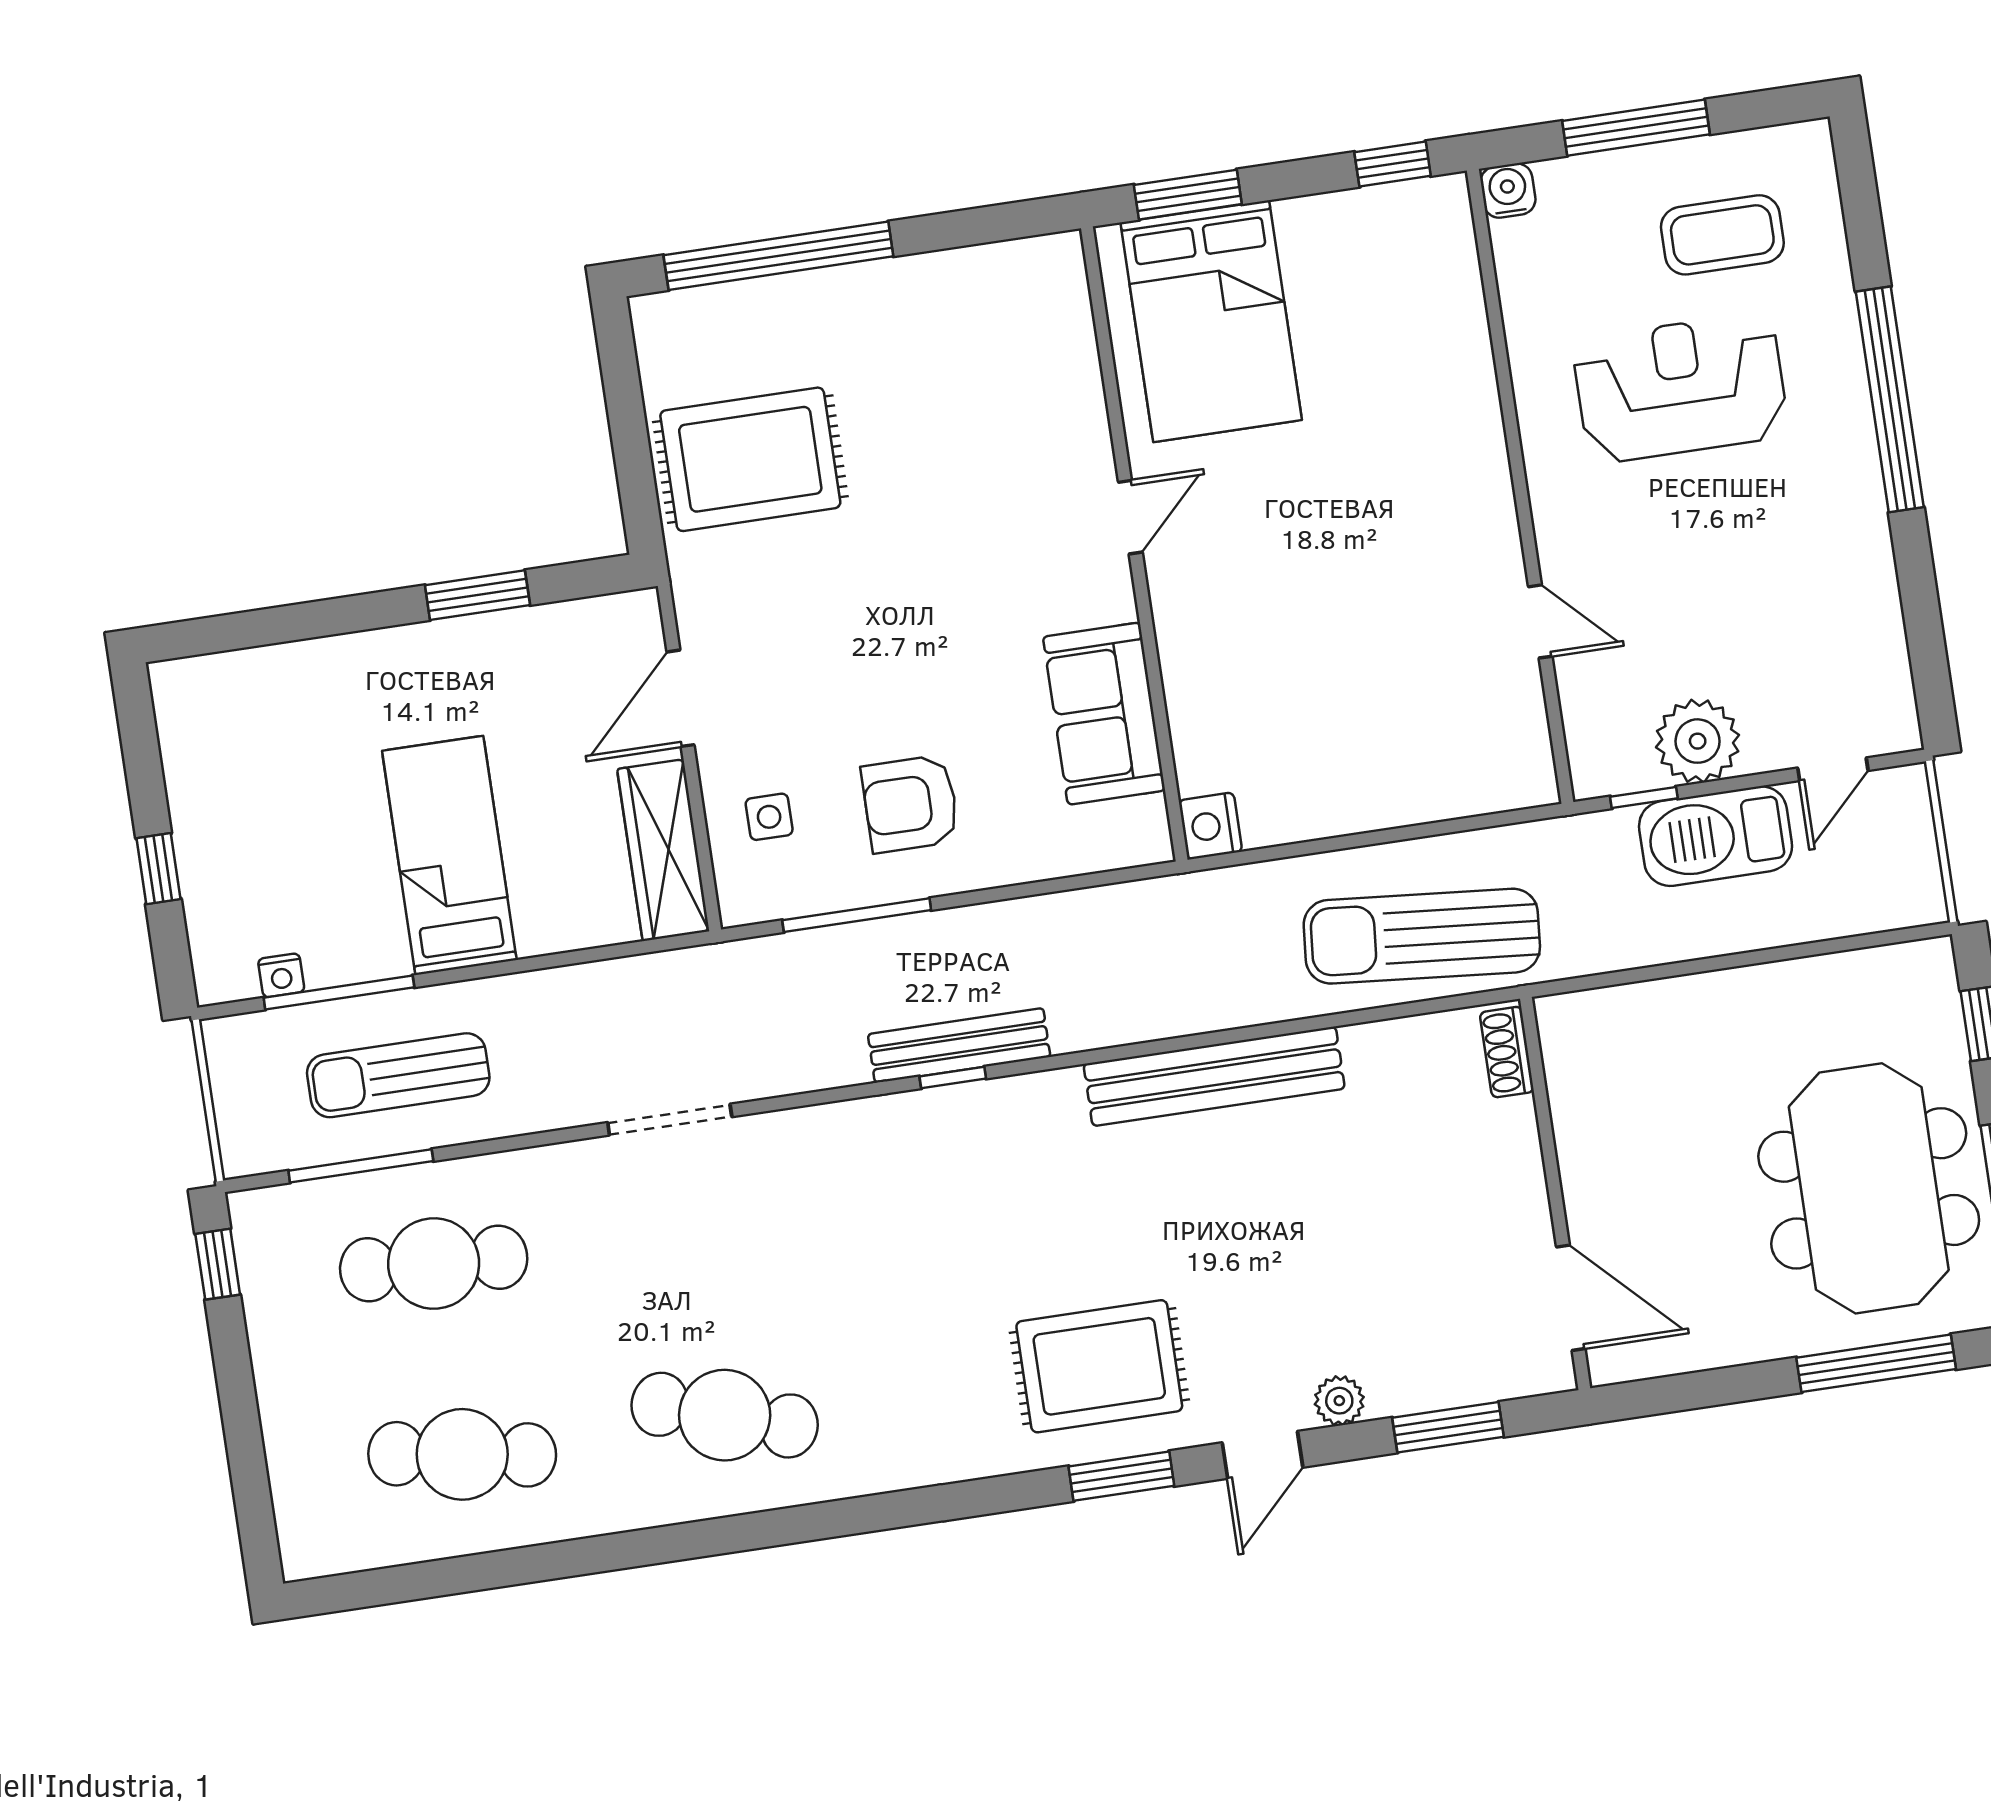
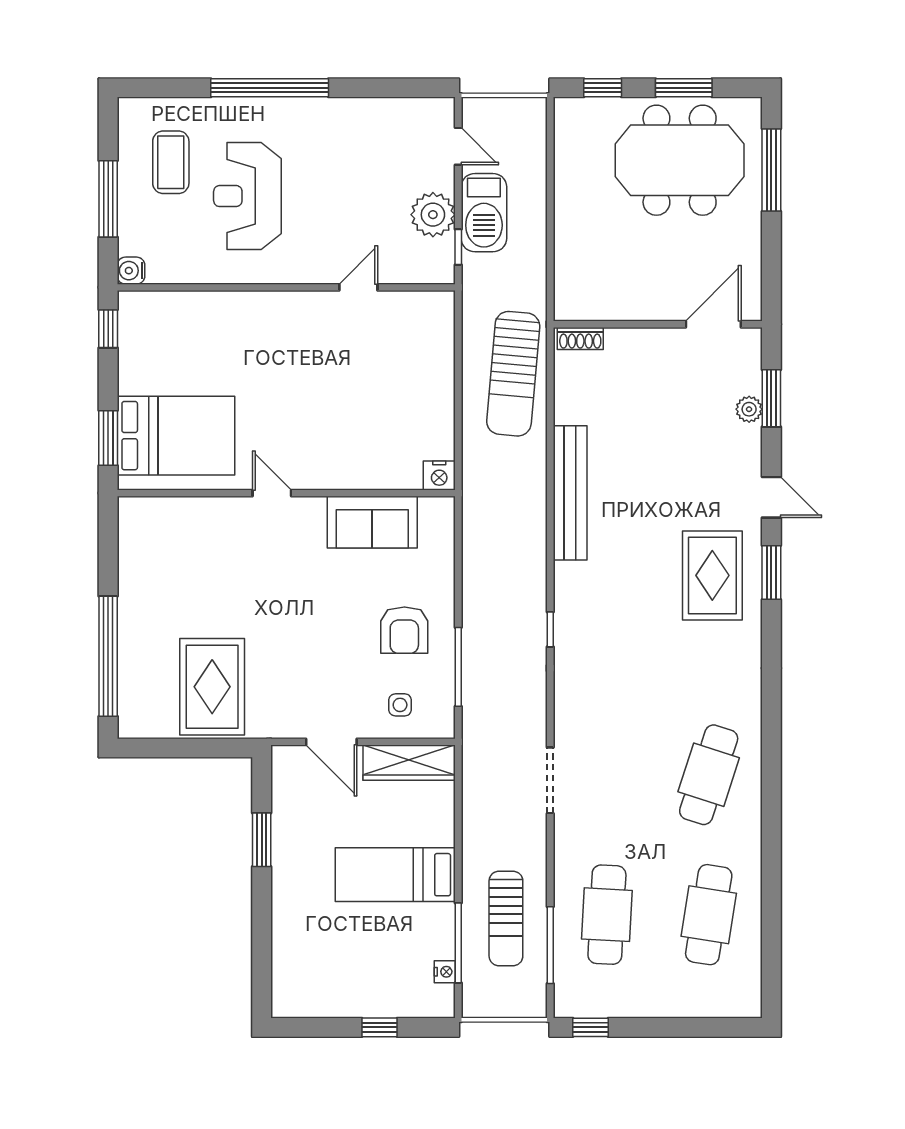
bench: (959, 1045) -> (534, 624), removed
plant: (1339, 1401) -> (749, 409), moved

